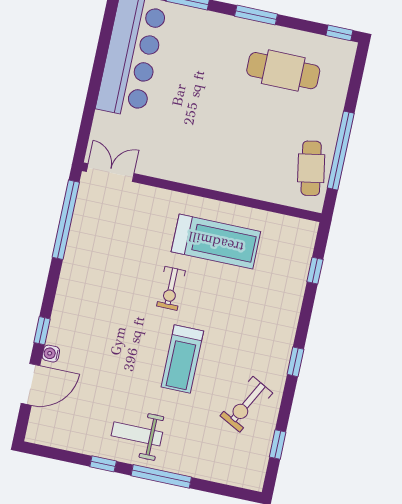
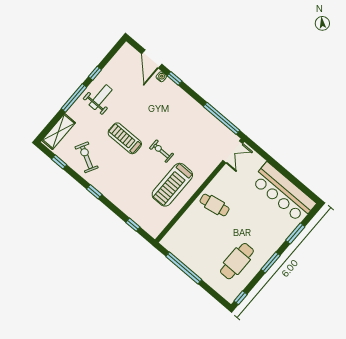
cafe table: (311, 168) -> (215, 205), moved
shelving: (229, 472) -> (59, 132), added

